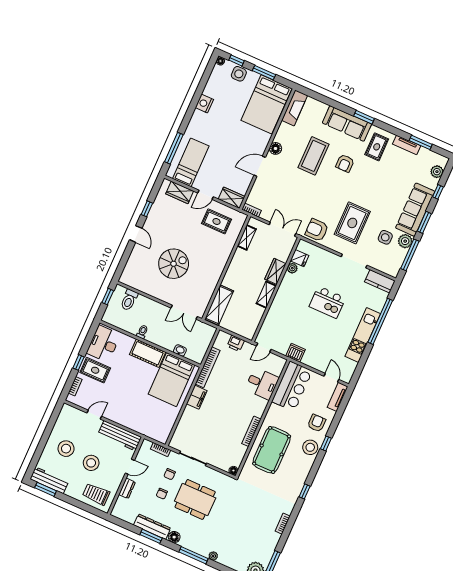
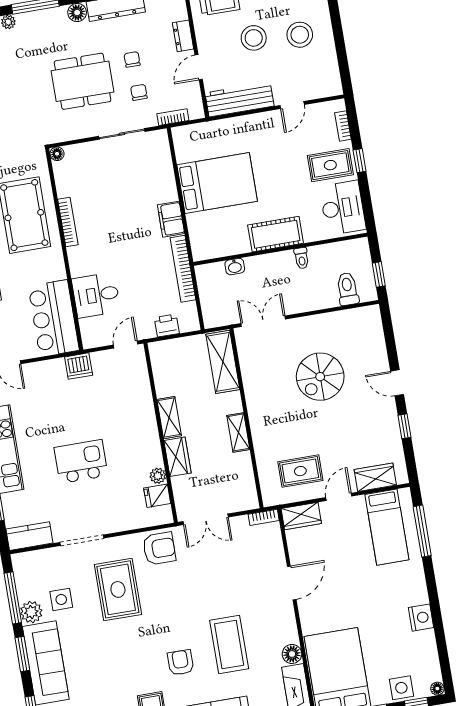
floor lamp: (275, 148) -> (292, 654), moved
shelving: (247, 237) -> (238, 432), moved
bed: (171, 380) -> (217, 183), moved, turned 90

